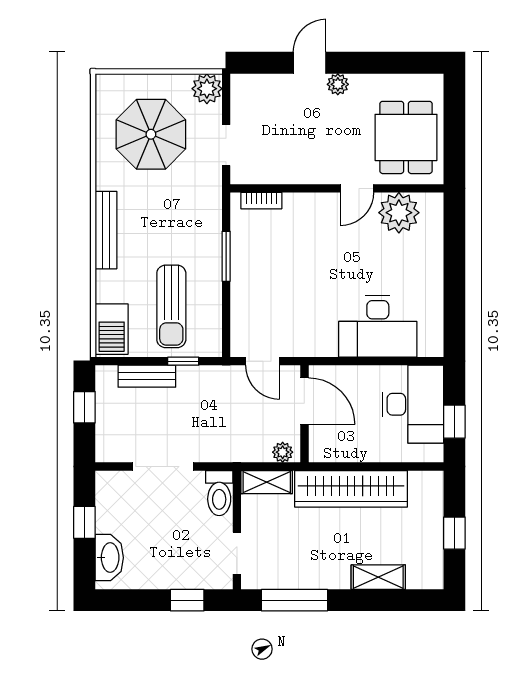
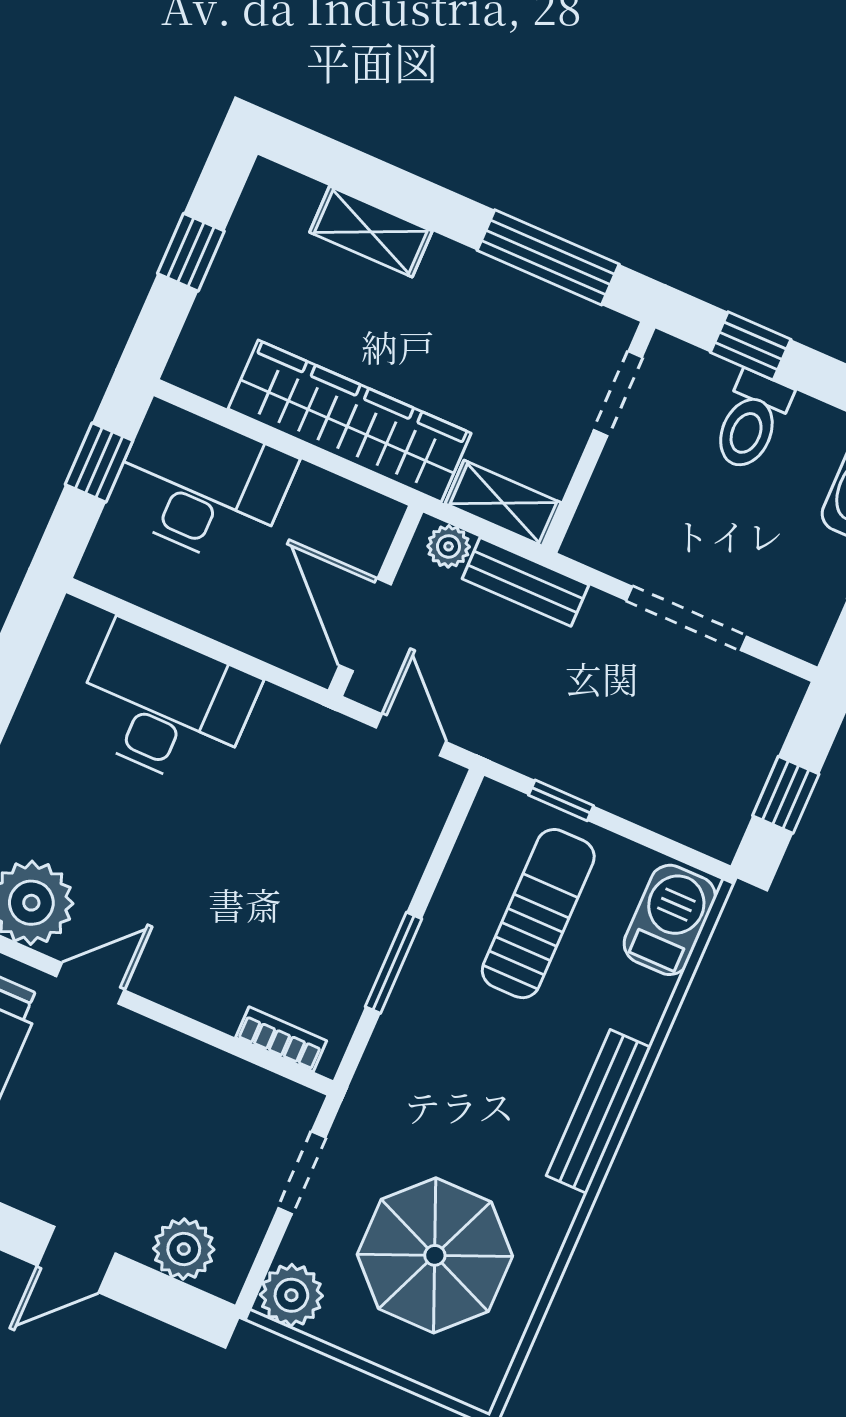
plant: (338, 84) -> (184, 1249), moved, width x1.38, depth x1.38
bench: (147, 376) -> (526, 582), moved
desk: (413, 404) -> (201, 484), moved, turned 90
toilet: (219, 493) -> (751, 421), moved, turned 180

